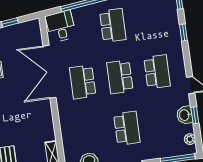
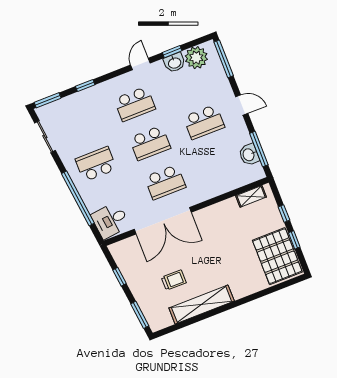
school desk: (157, 72) -> (135, 104), turned 180
school desk: (127, 128) -> (204, 122), turned 180
plant: (190, 139) -> (196, 58), width x1.87, depth x1.87

